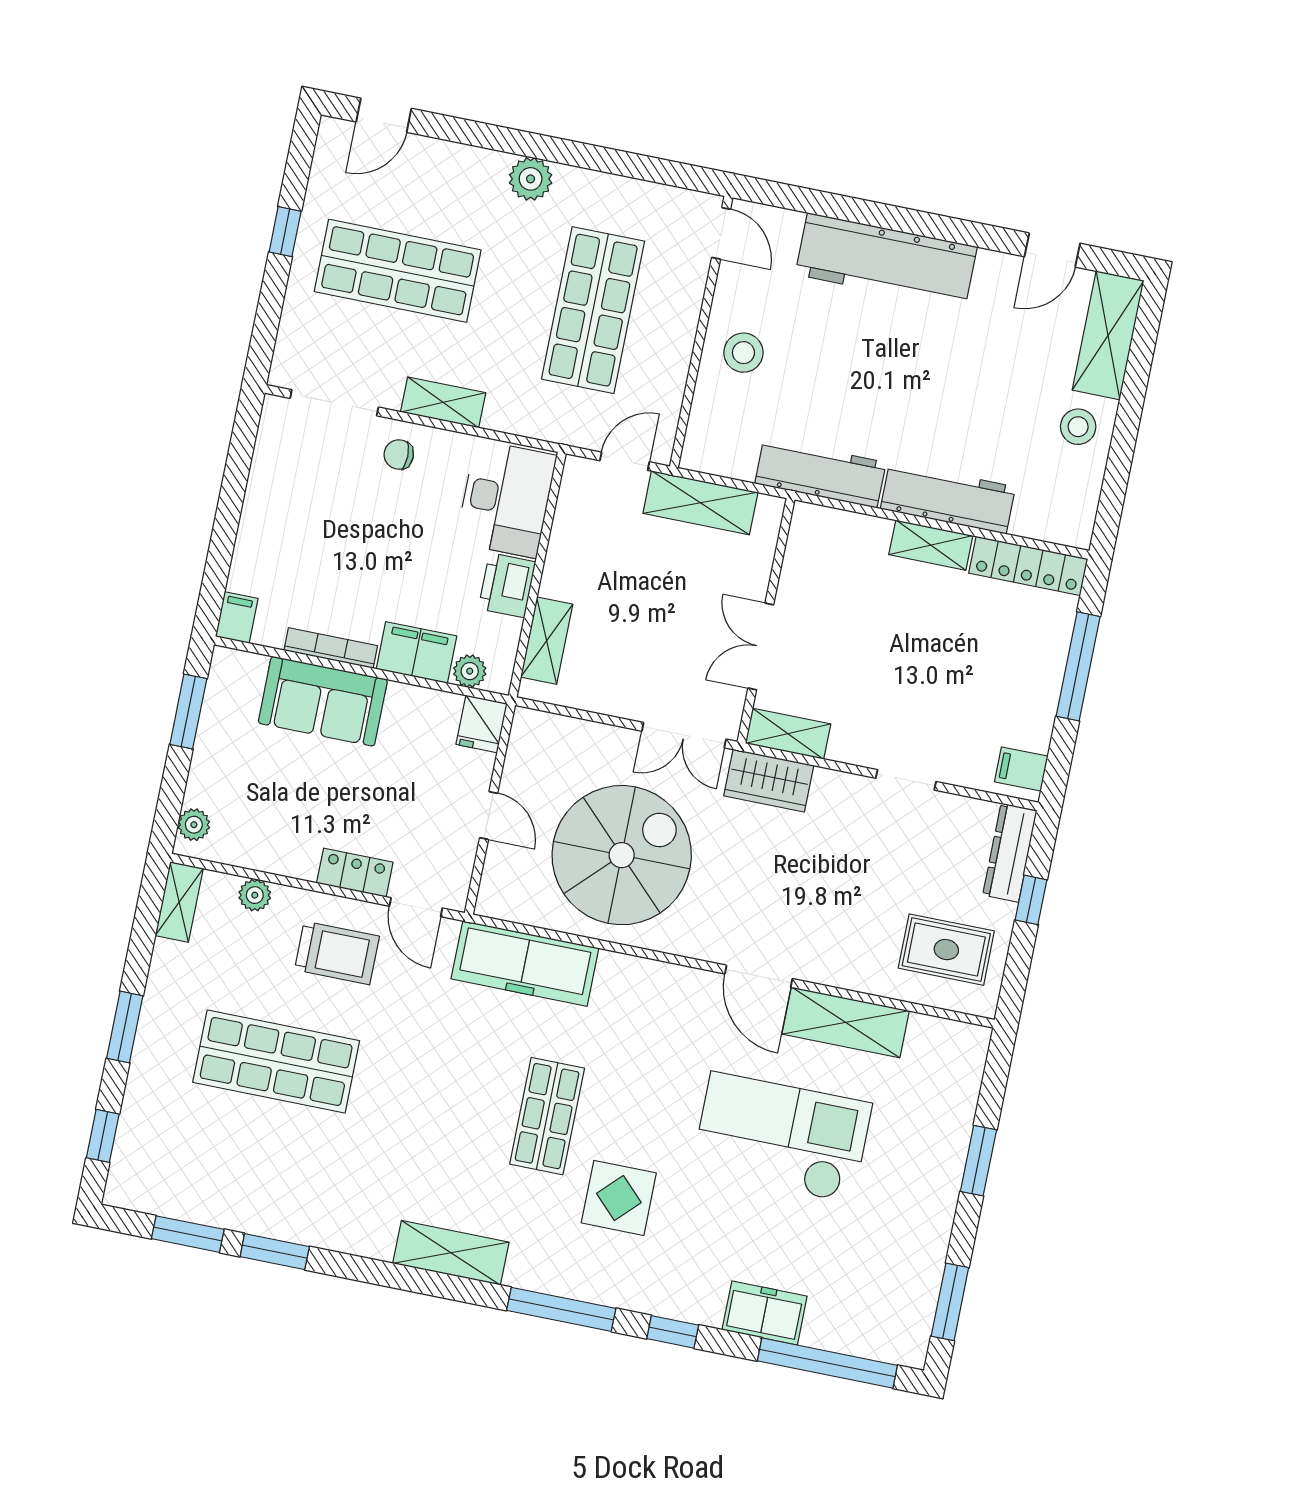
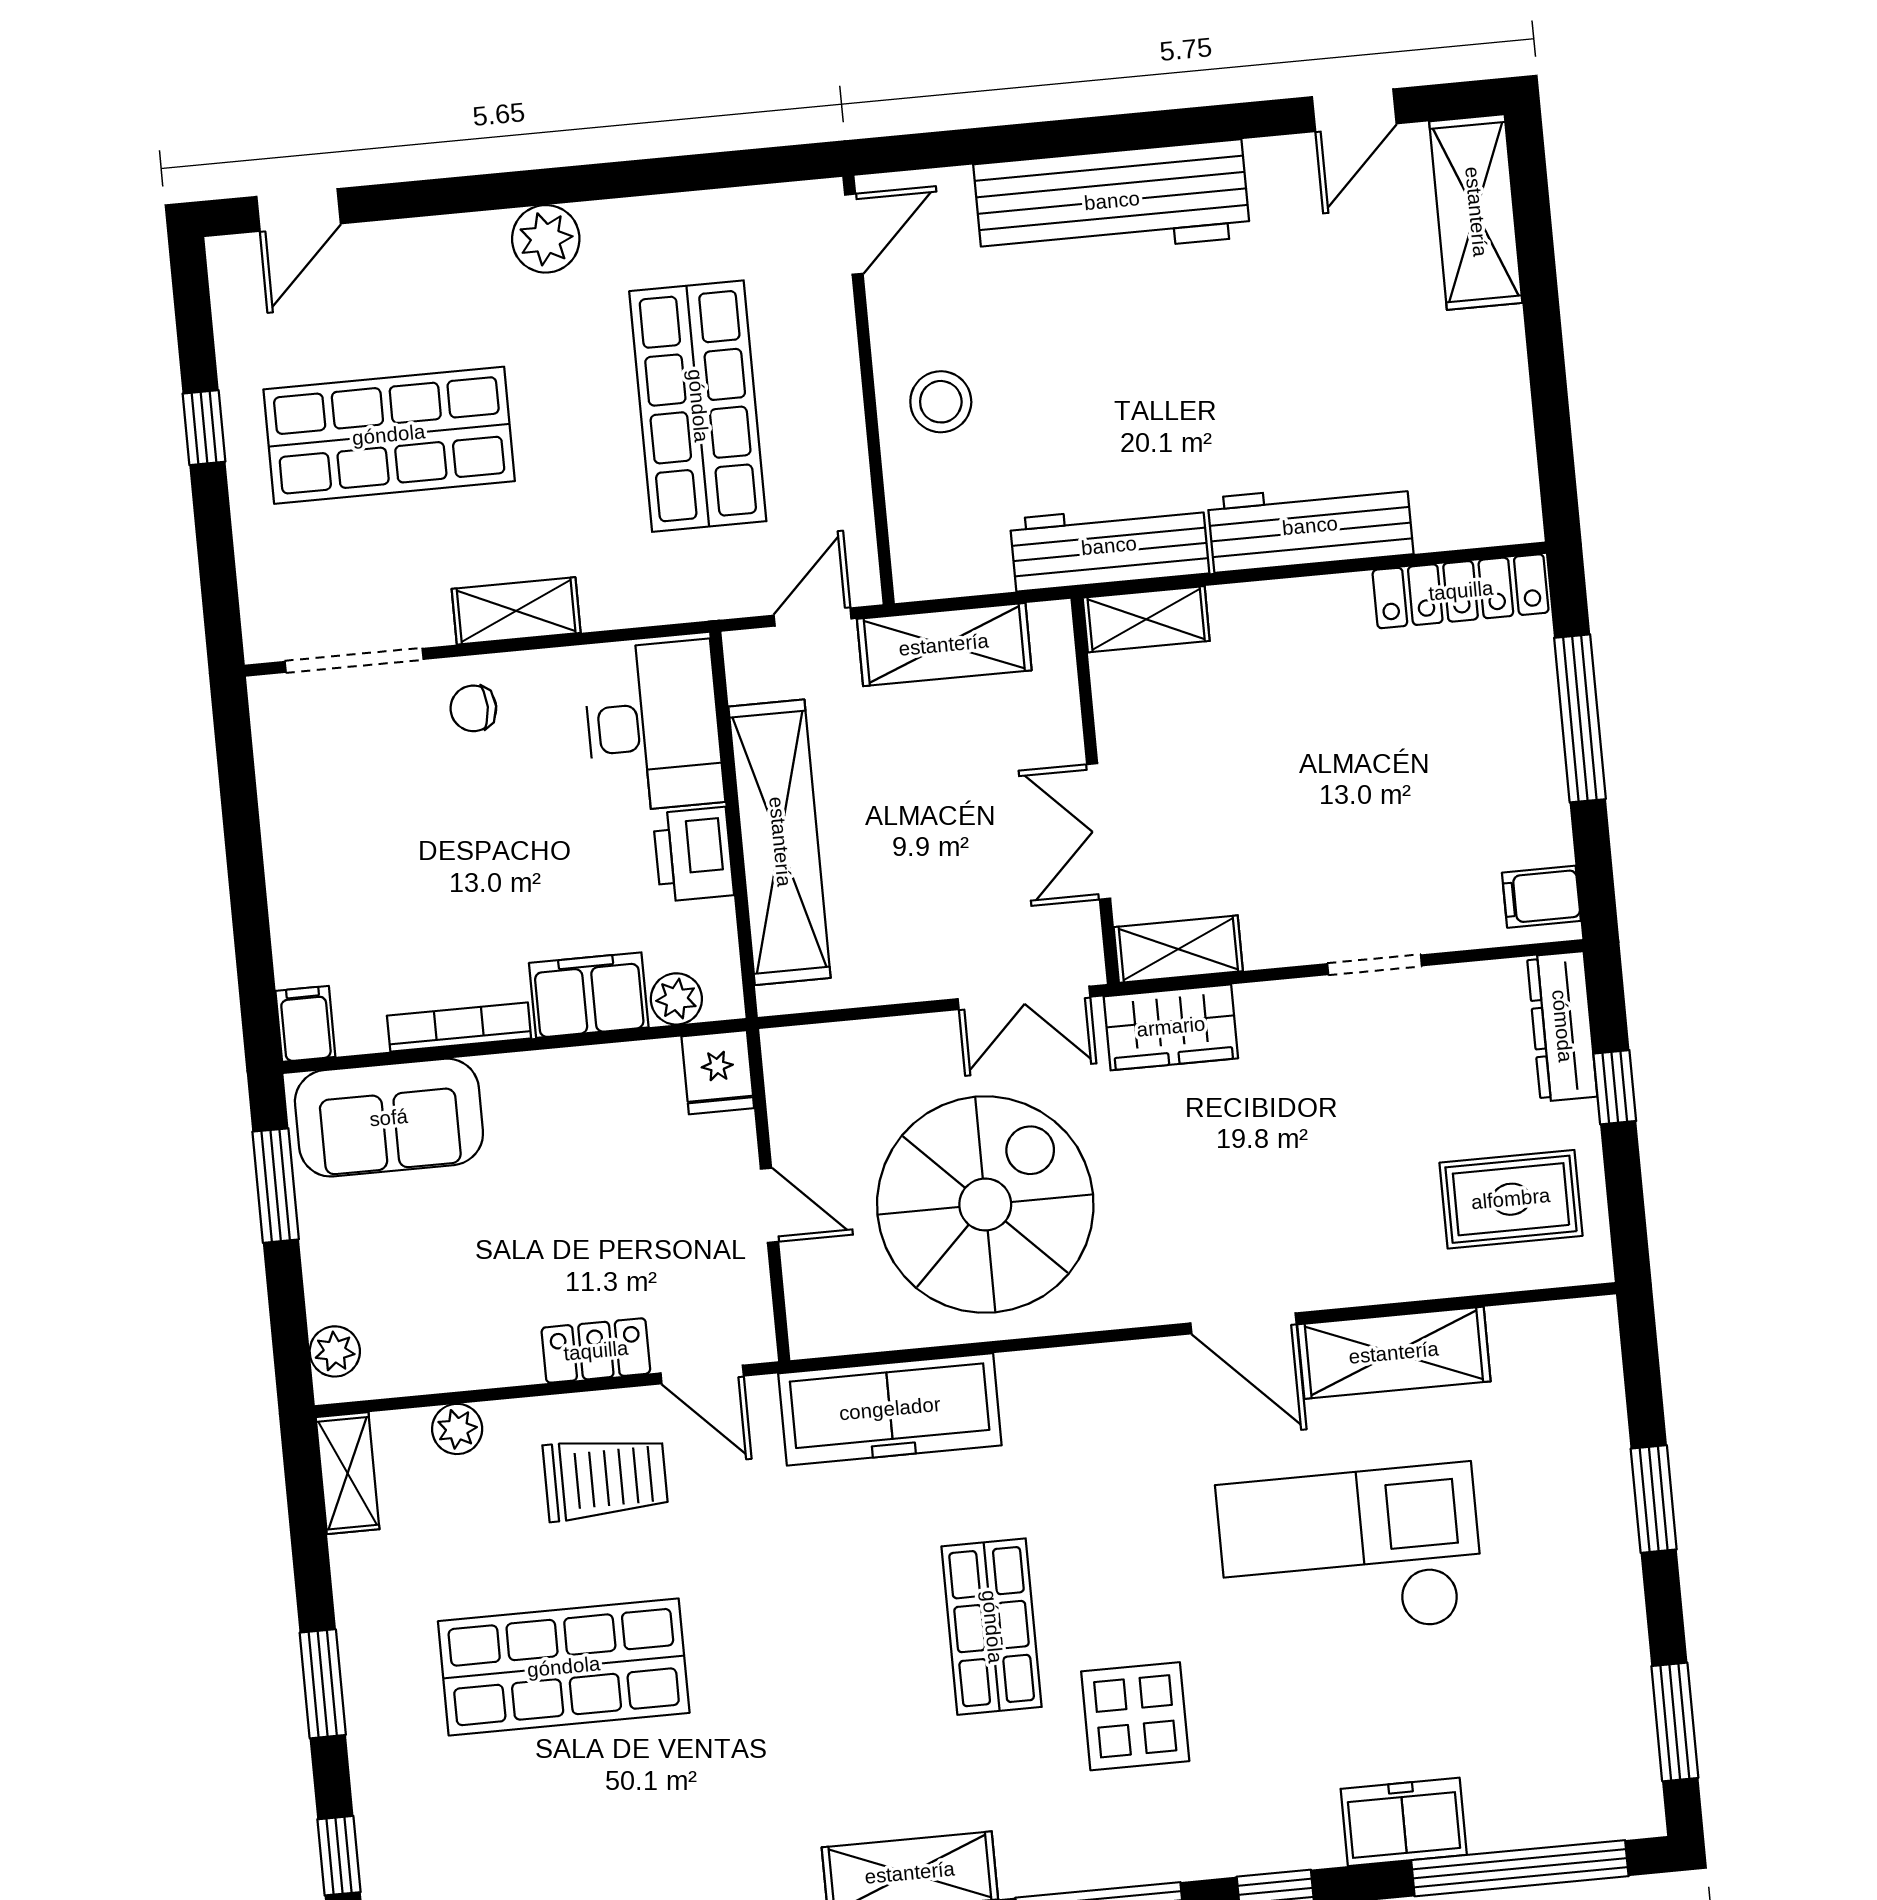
door: (721, 233) -> (854, 234), hinge flipped
stool: (1078, 427) -> (1472, 362), removed
shelving: (931, 545) -> (1146, 619), moved
shelving: (547, 641) -> (780, 842), width x2.20, depth x1.33
sofa: (323, 701) -> (389, 1118), moved

